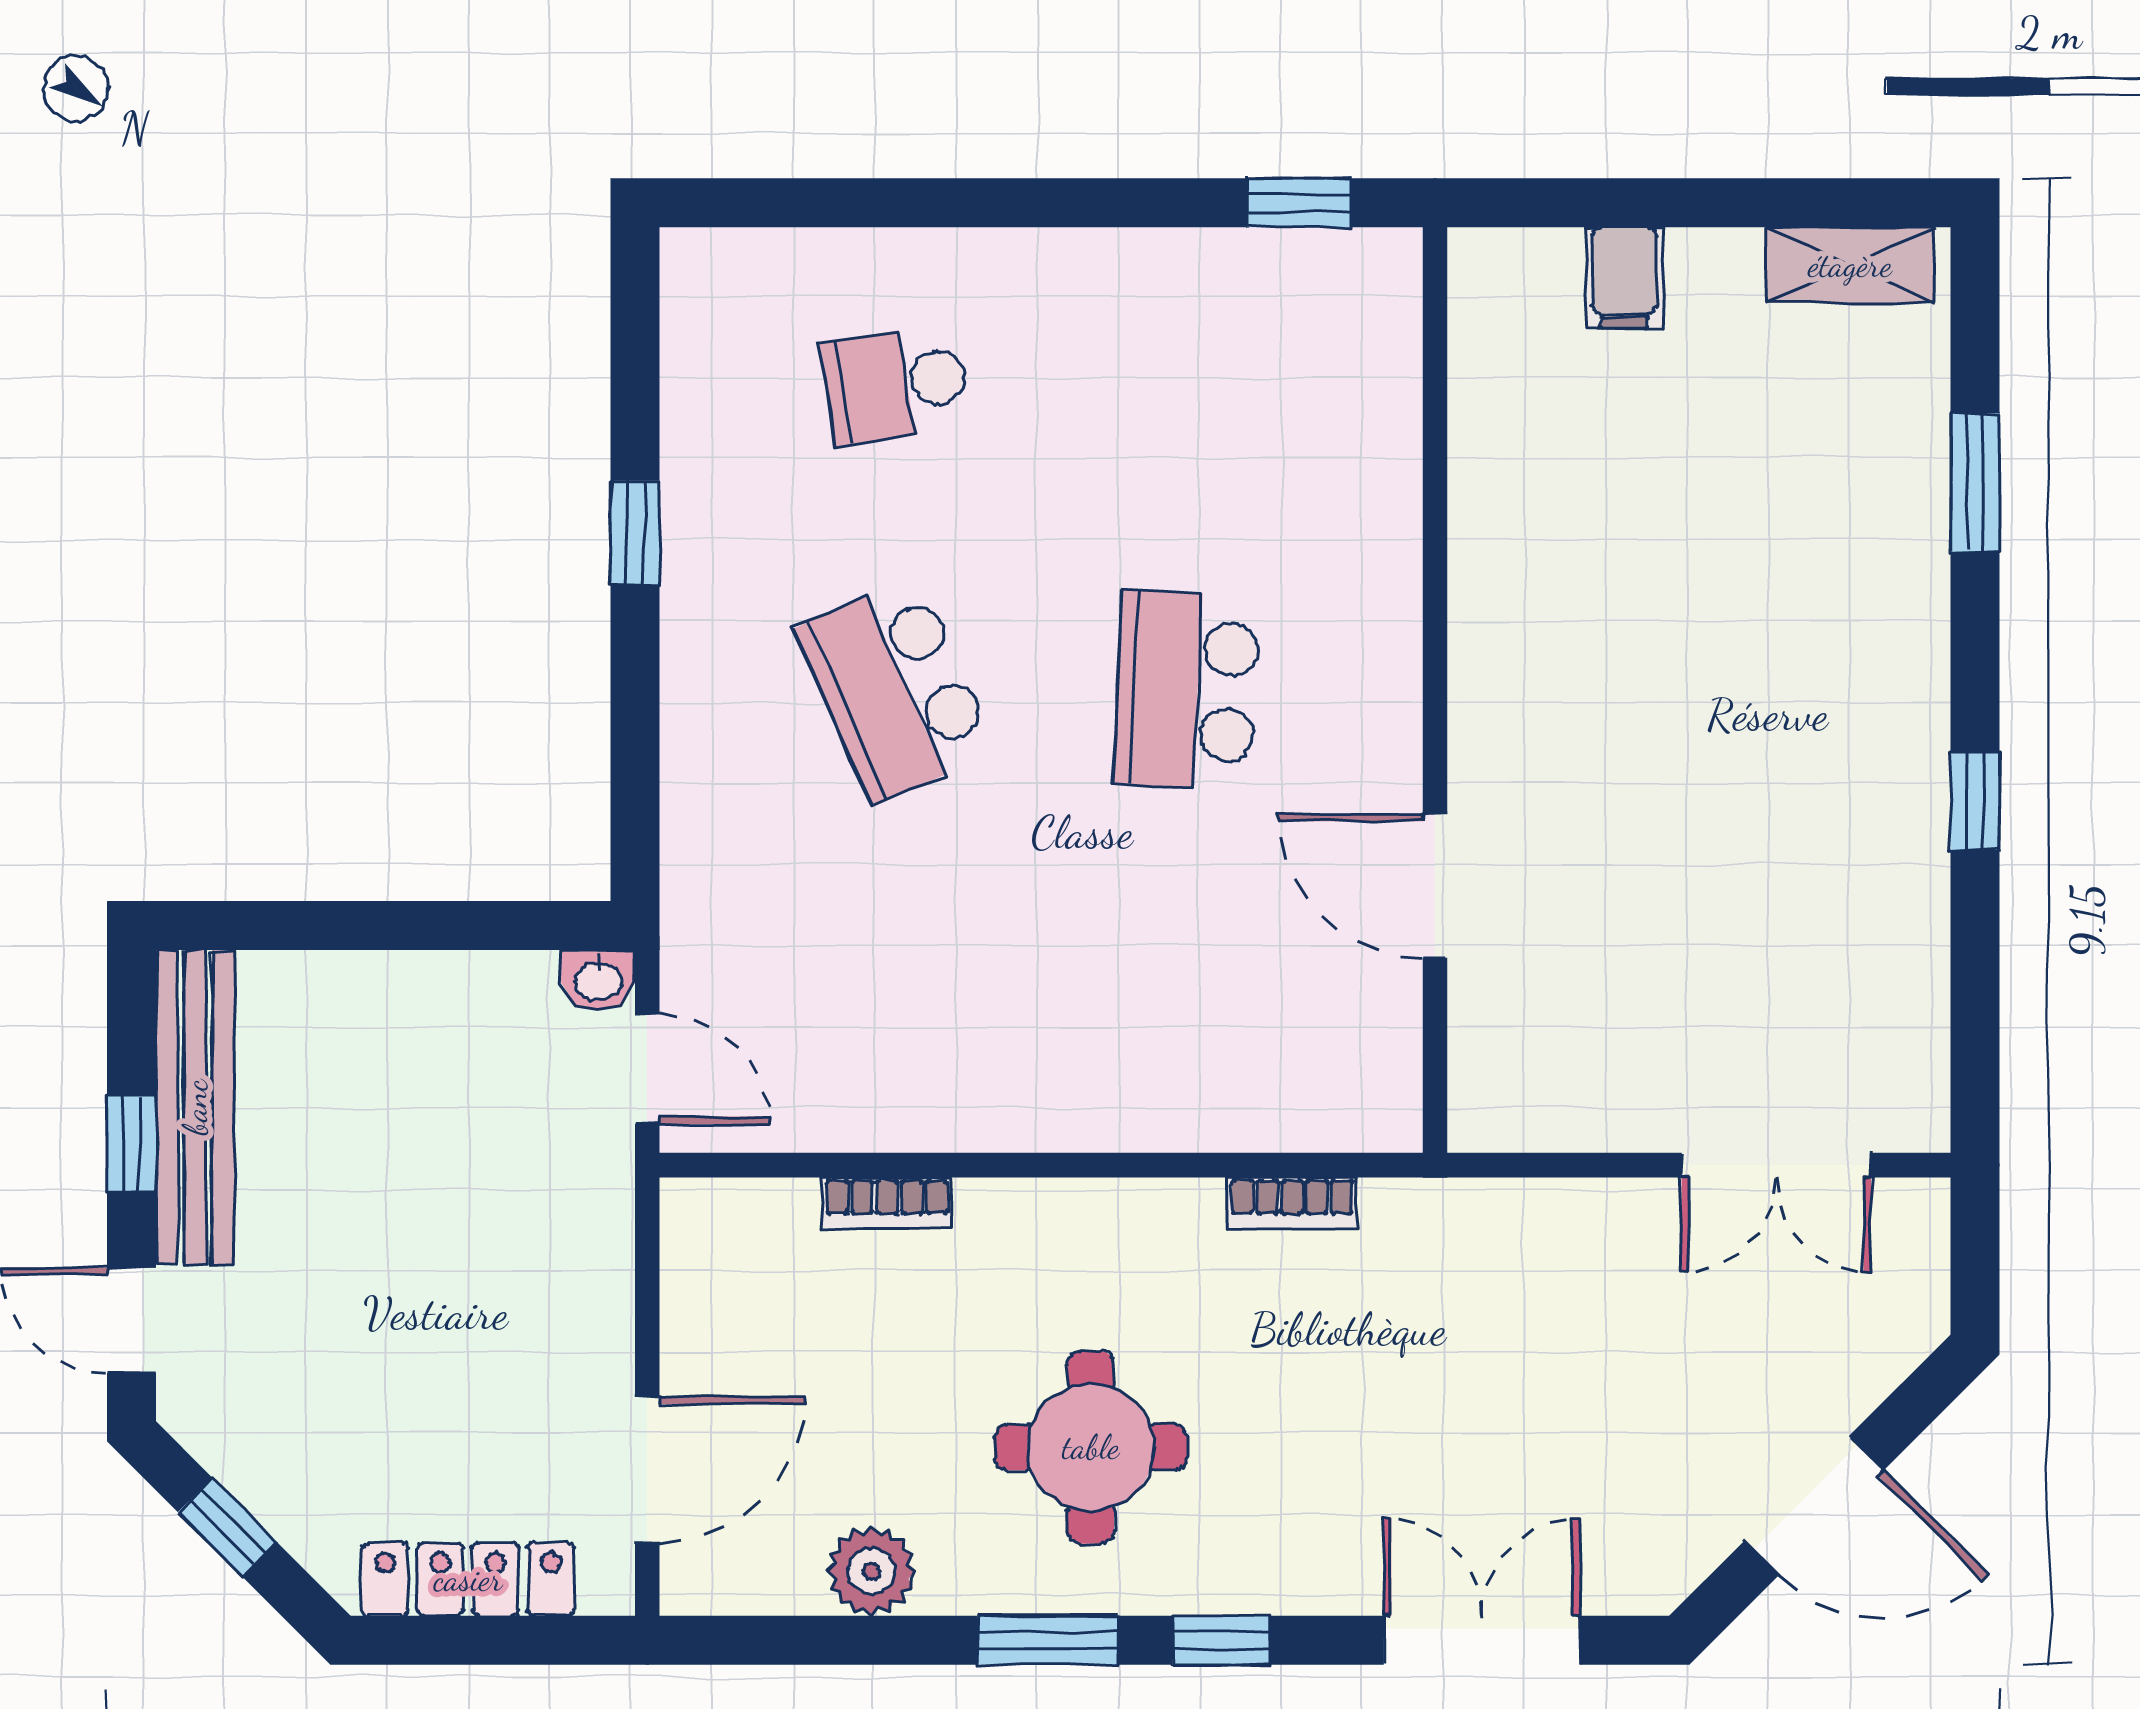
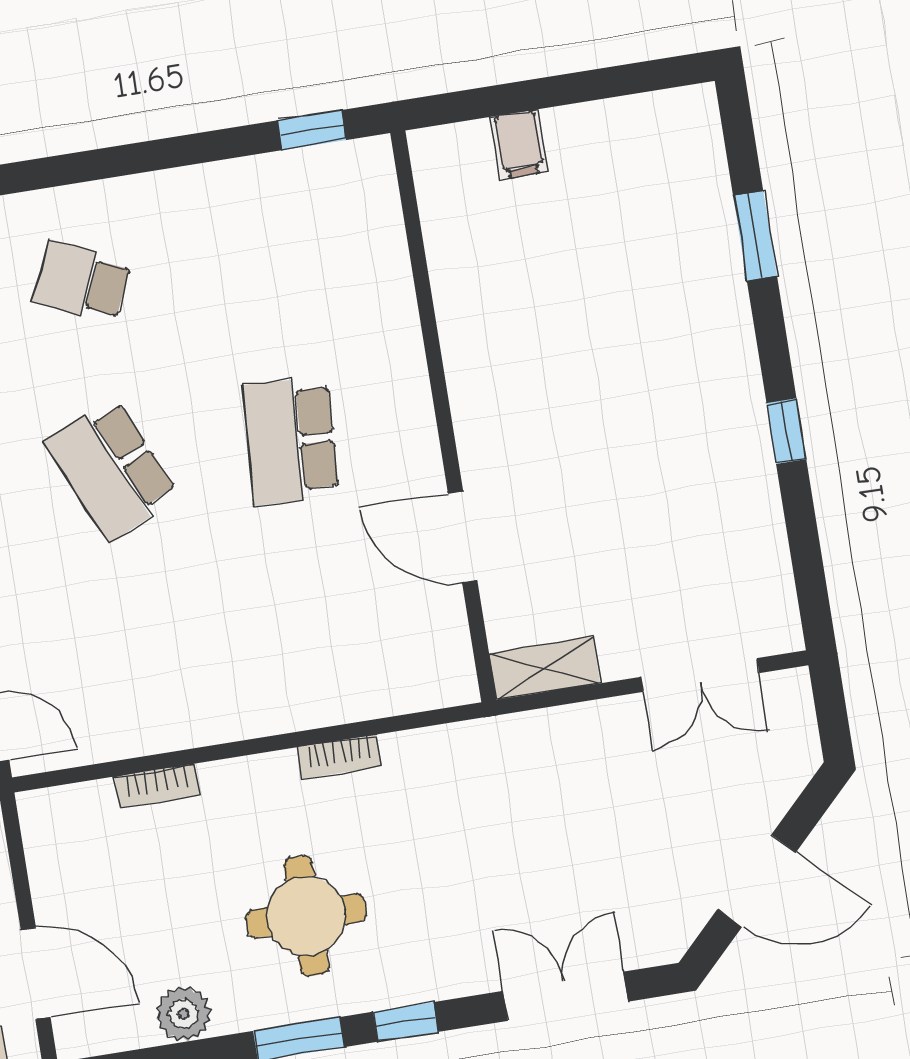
shelving: (1850, 265) -> (545, 668), moved
school desk: (896, 384) -> (82, 282), turned 33
bookcase: (1292, 1203) -> (339, 757), moved
door: (647, 1470) -> (36, 973), hinge flipped

